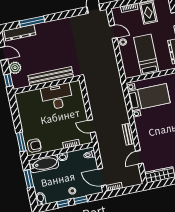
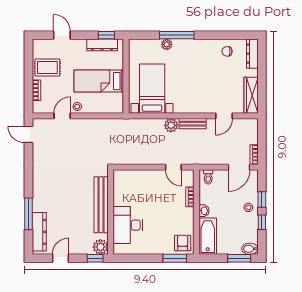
plant: (15, 68) -> (100, 247), moved
desk: (57, 97) -> (128, 225), moved
plant: (124, 118) -> (171, 125), added
door: (91, 126) -> (173, 167), hinge flipped
door: (139, 157) -> (224, 116), hinge flipped
window: (29, 179) -> (239, 258), moved

